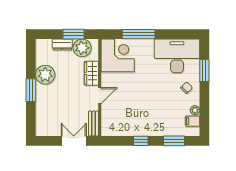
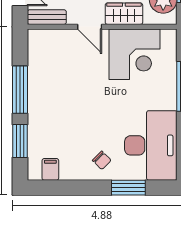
corner desk: (118, 55) -> (134, 54), moved
plant: (195, 110) -> (67, 173), removed
window: (141, 141) -> (20, 90), width x2.17

